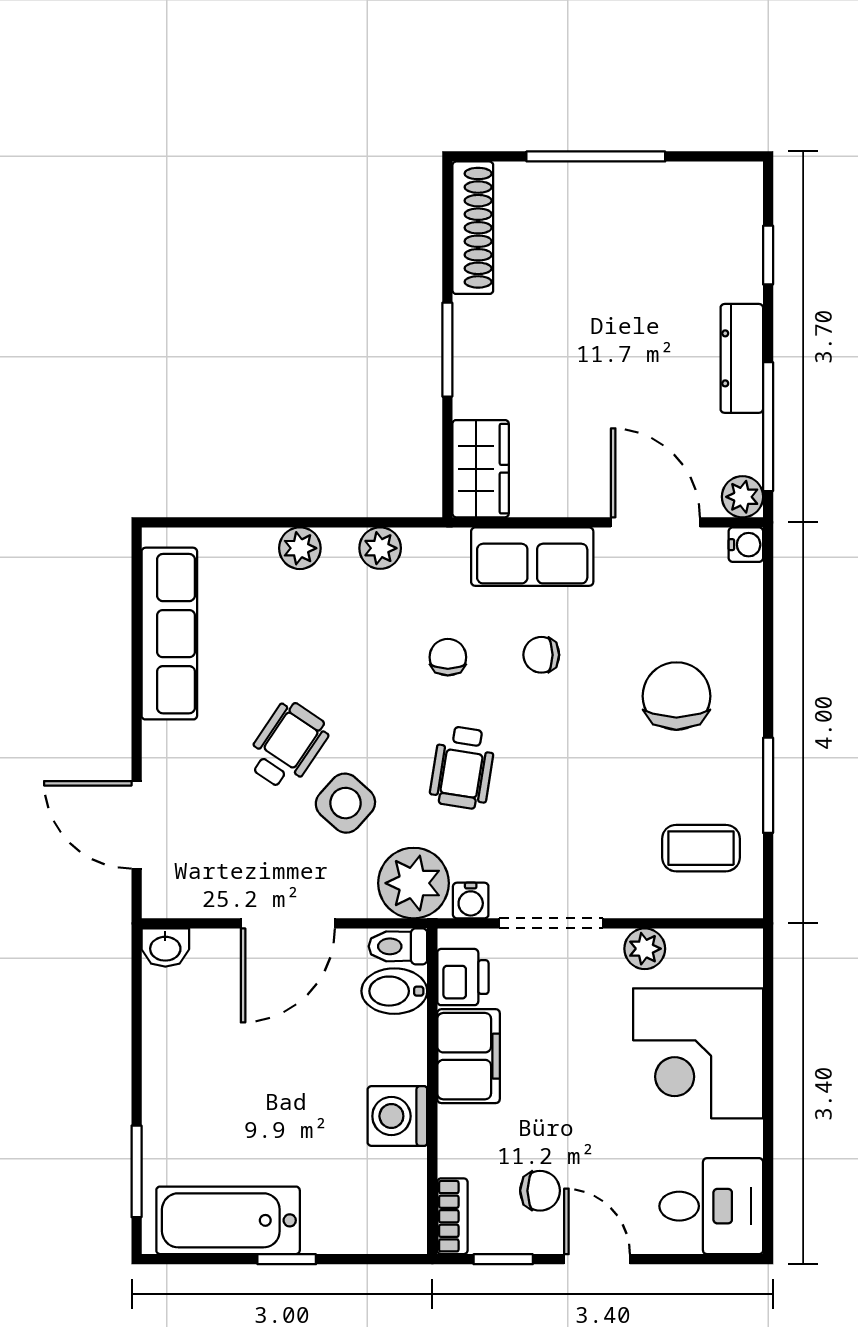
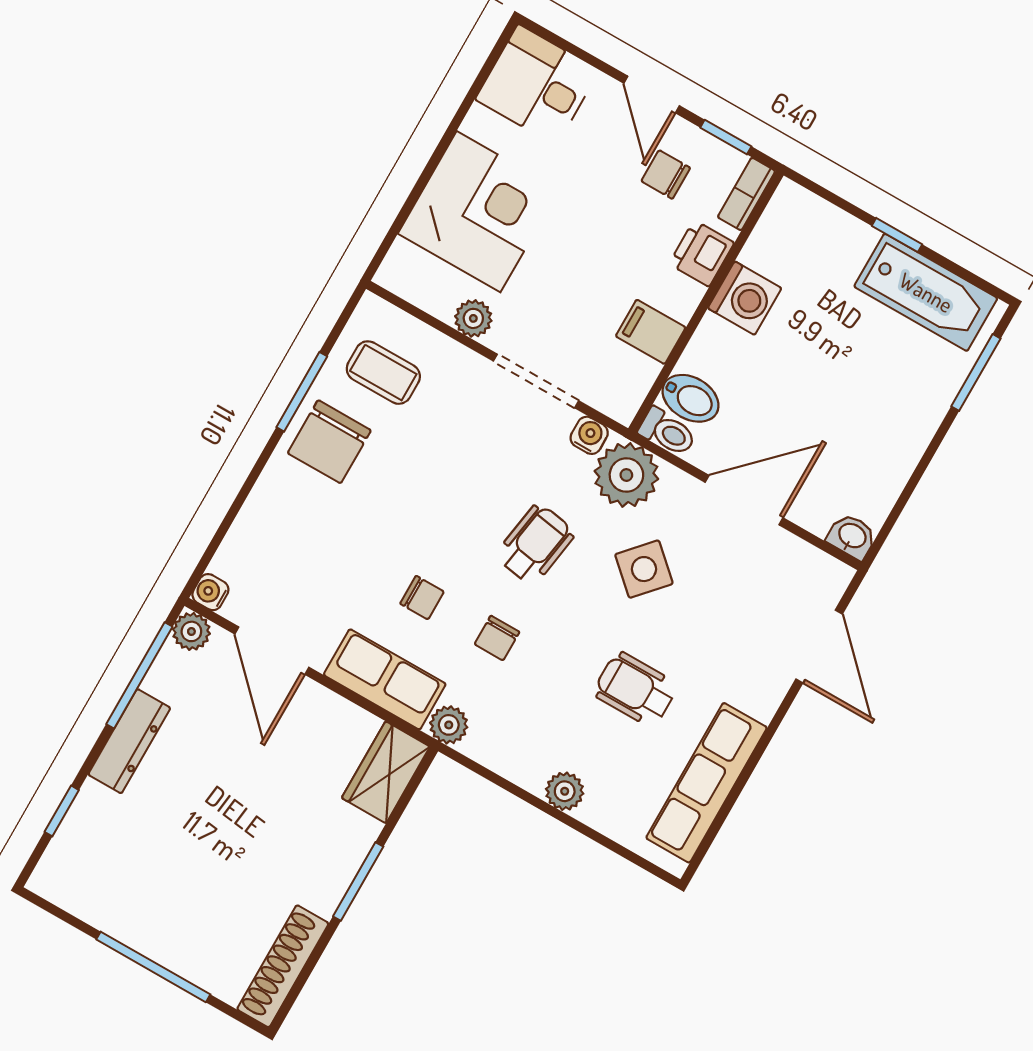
plant: (380, 548) -> (449, 725), moved
chair: (676, 696) -> (329, 442), moved
wheelchair: (287, 745) -> (635, 689), moved, turned 56
printer: (463, 977) -> (702, 253), moved
filing cabinet: (469, 1056) -> (651, 332), width x0.50

